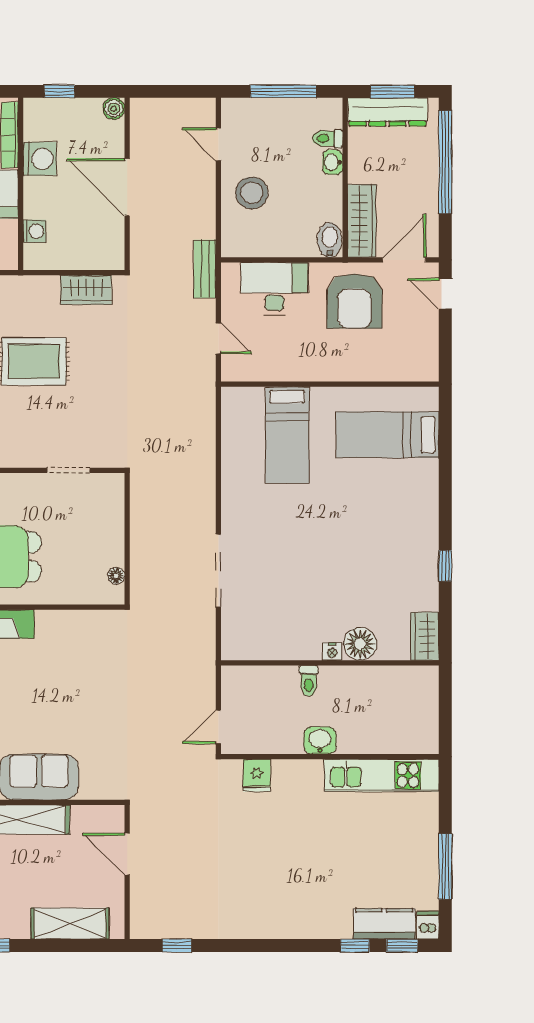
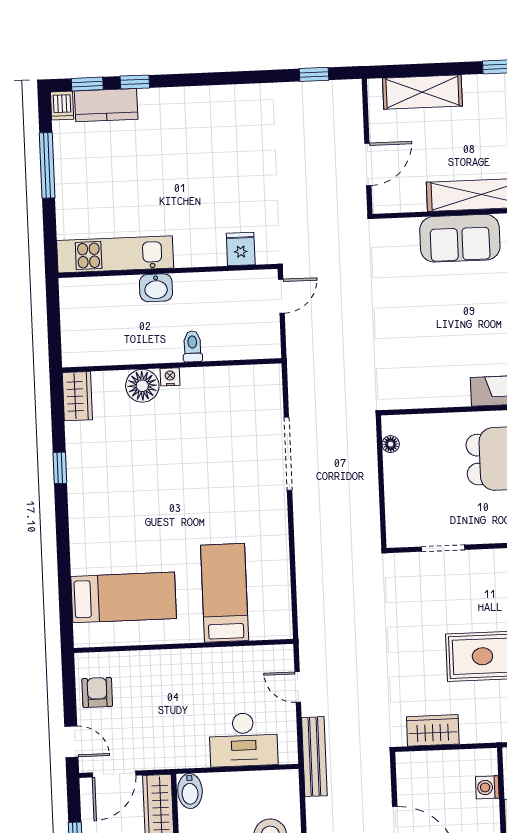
bench: (205, 269) -> (314, 757), width x1.36
armchair: (354, 301) -> (97, 693), moved, width x0.53, depth x0.53
washbasin: (320, 740) -> (156, 288), moved
door: (127, 854) -> (368, 164), hinge flipped

